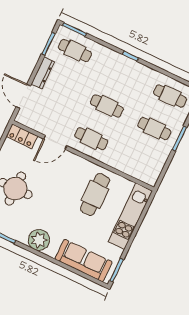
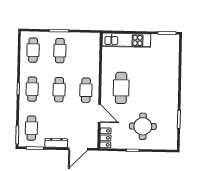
cafe table: (122, 73) -> (32, 89), added
cafe table: (95, 195) -> (121, 88), moved, turned 90
plant: (39, 240) -> (170, 95), removed
sofa: (84, 260) -> (171, 58), removed

